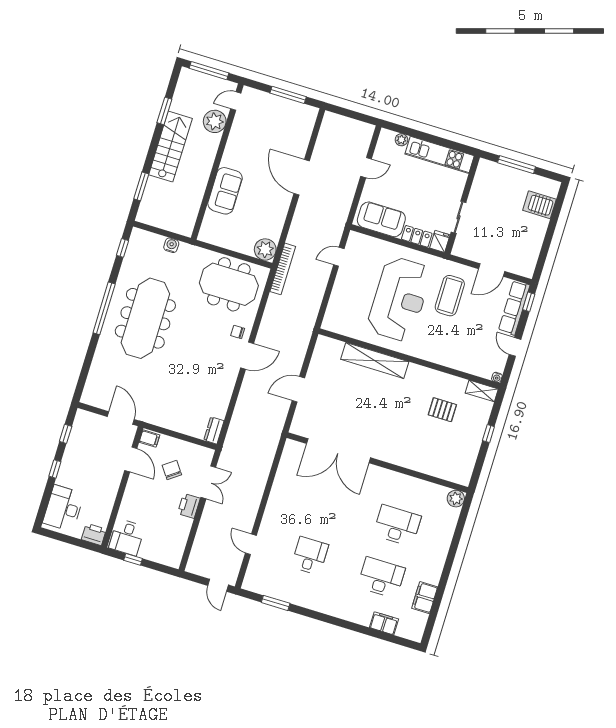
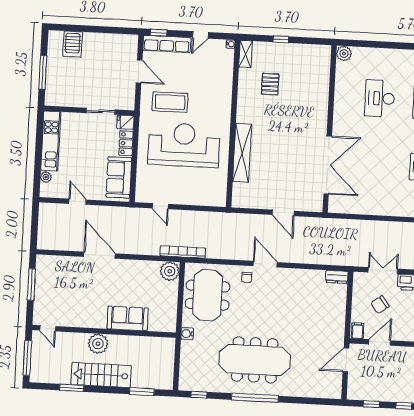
plant: (215, 121) -> (98, 344), moved
door: (302, 177) -> (100, 255), swing flipped
water cooler: (171, 245) -> (187, 334), moved

